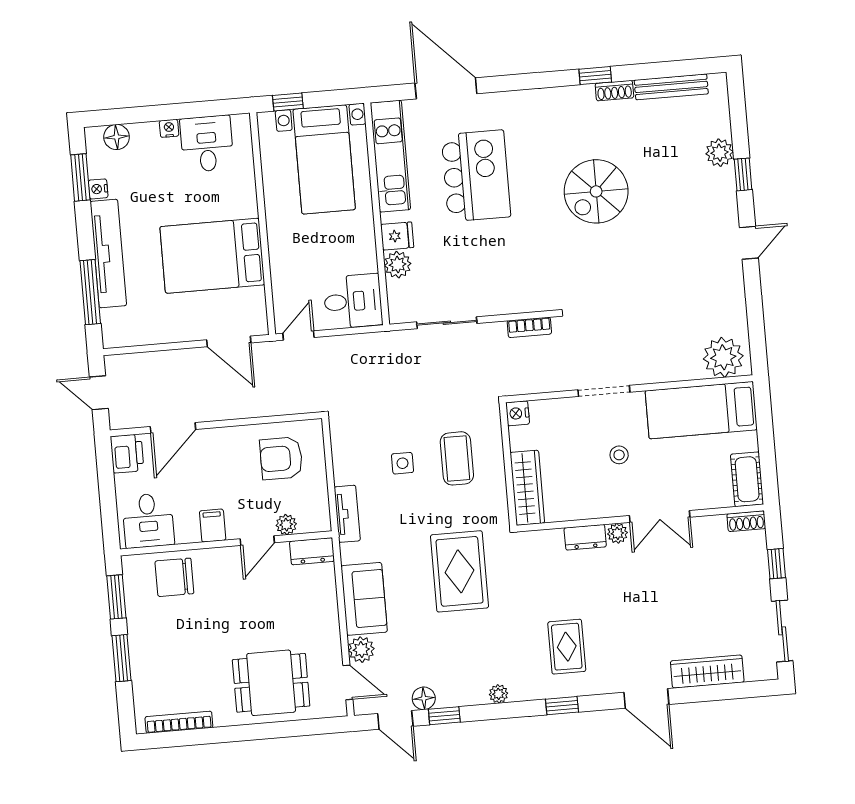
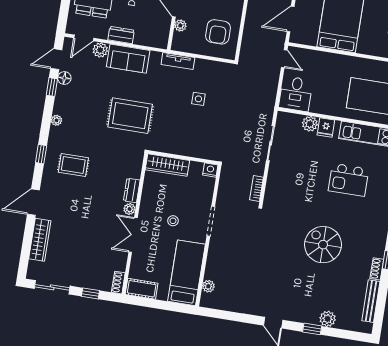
kitchen island: (476, 176) -> (348, 180), width x0.73, depth x0.78
plant: (723, 357) -> (208, 286), width x0.53, depth x0.53
armchair: (281, 458) -> (218, 32), turned 180
coffee table: (457, 458) -> (194, 130), removed
dresser: (312, 551) -> (121, 35), moved, turned 90

